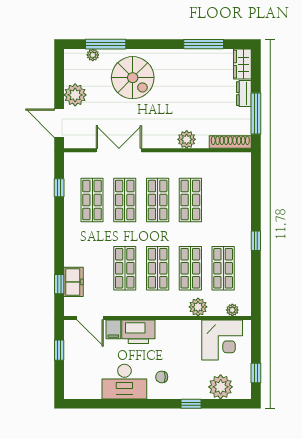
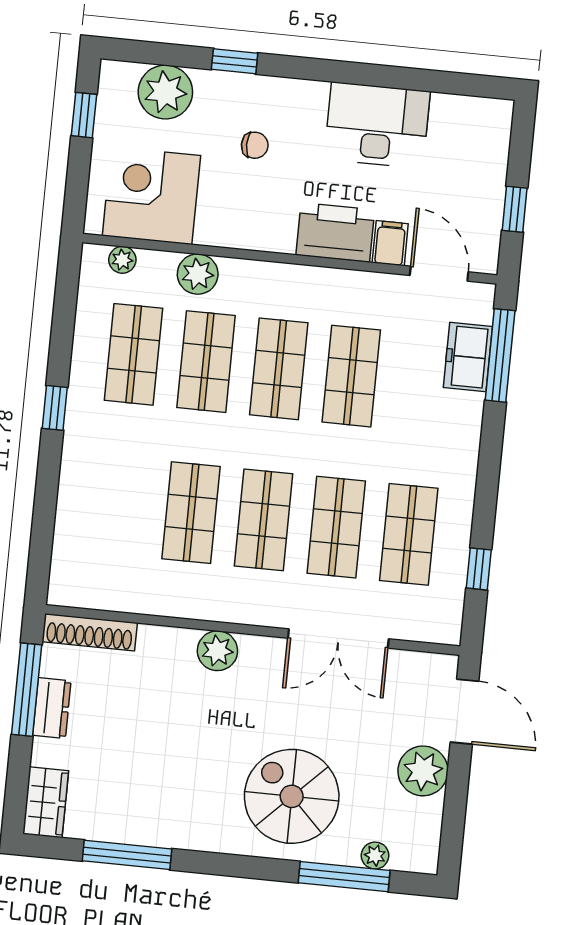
dresser: (244, 94) -> (52, 708), moved
plant: (187, 139) -> (217, 651), moved
window: (59, 284) -> (500, 355), width x2.17
chair: (162, 377) -> (255, 145), moved

